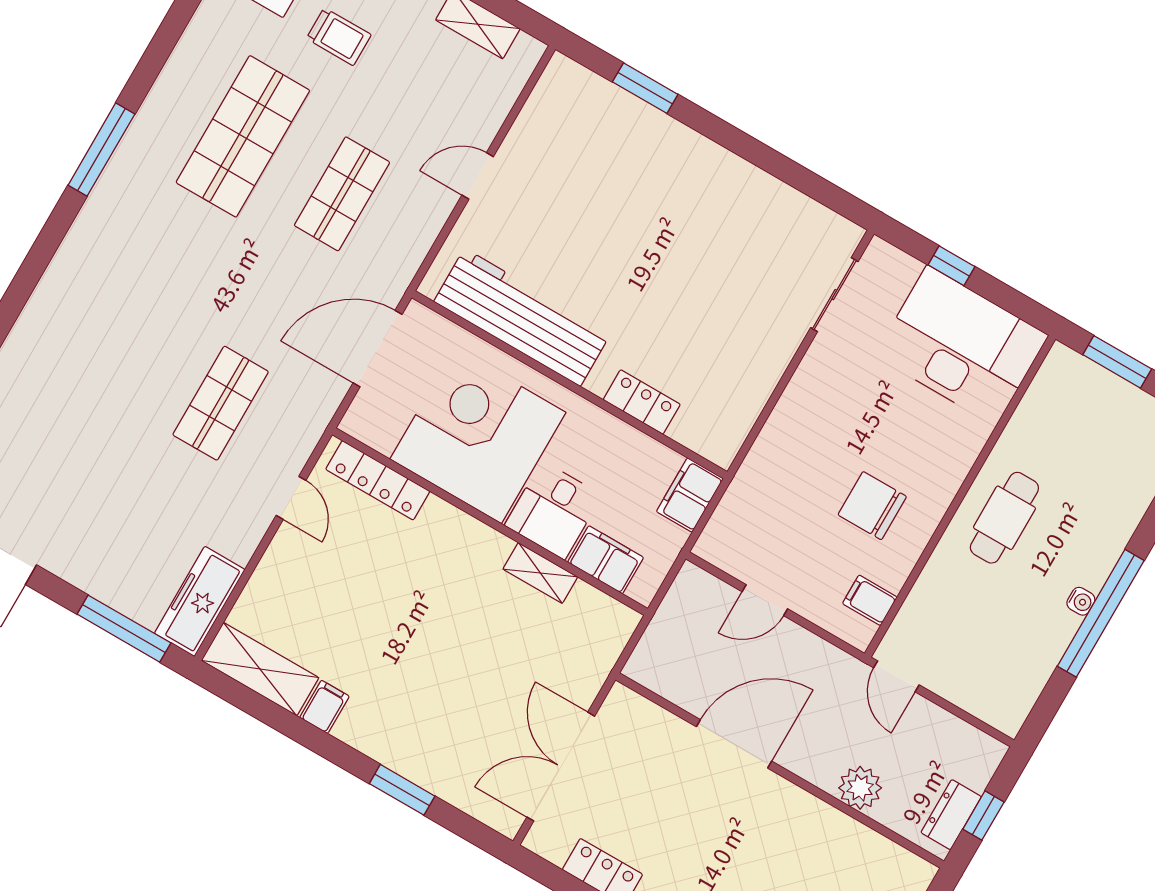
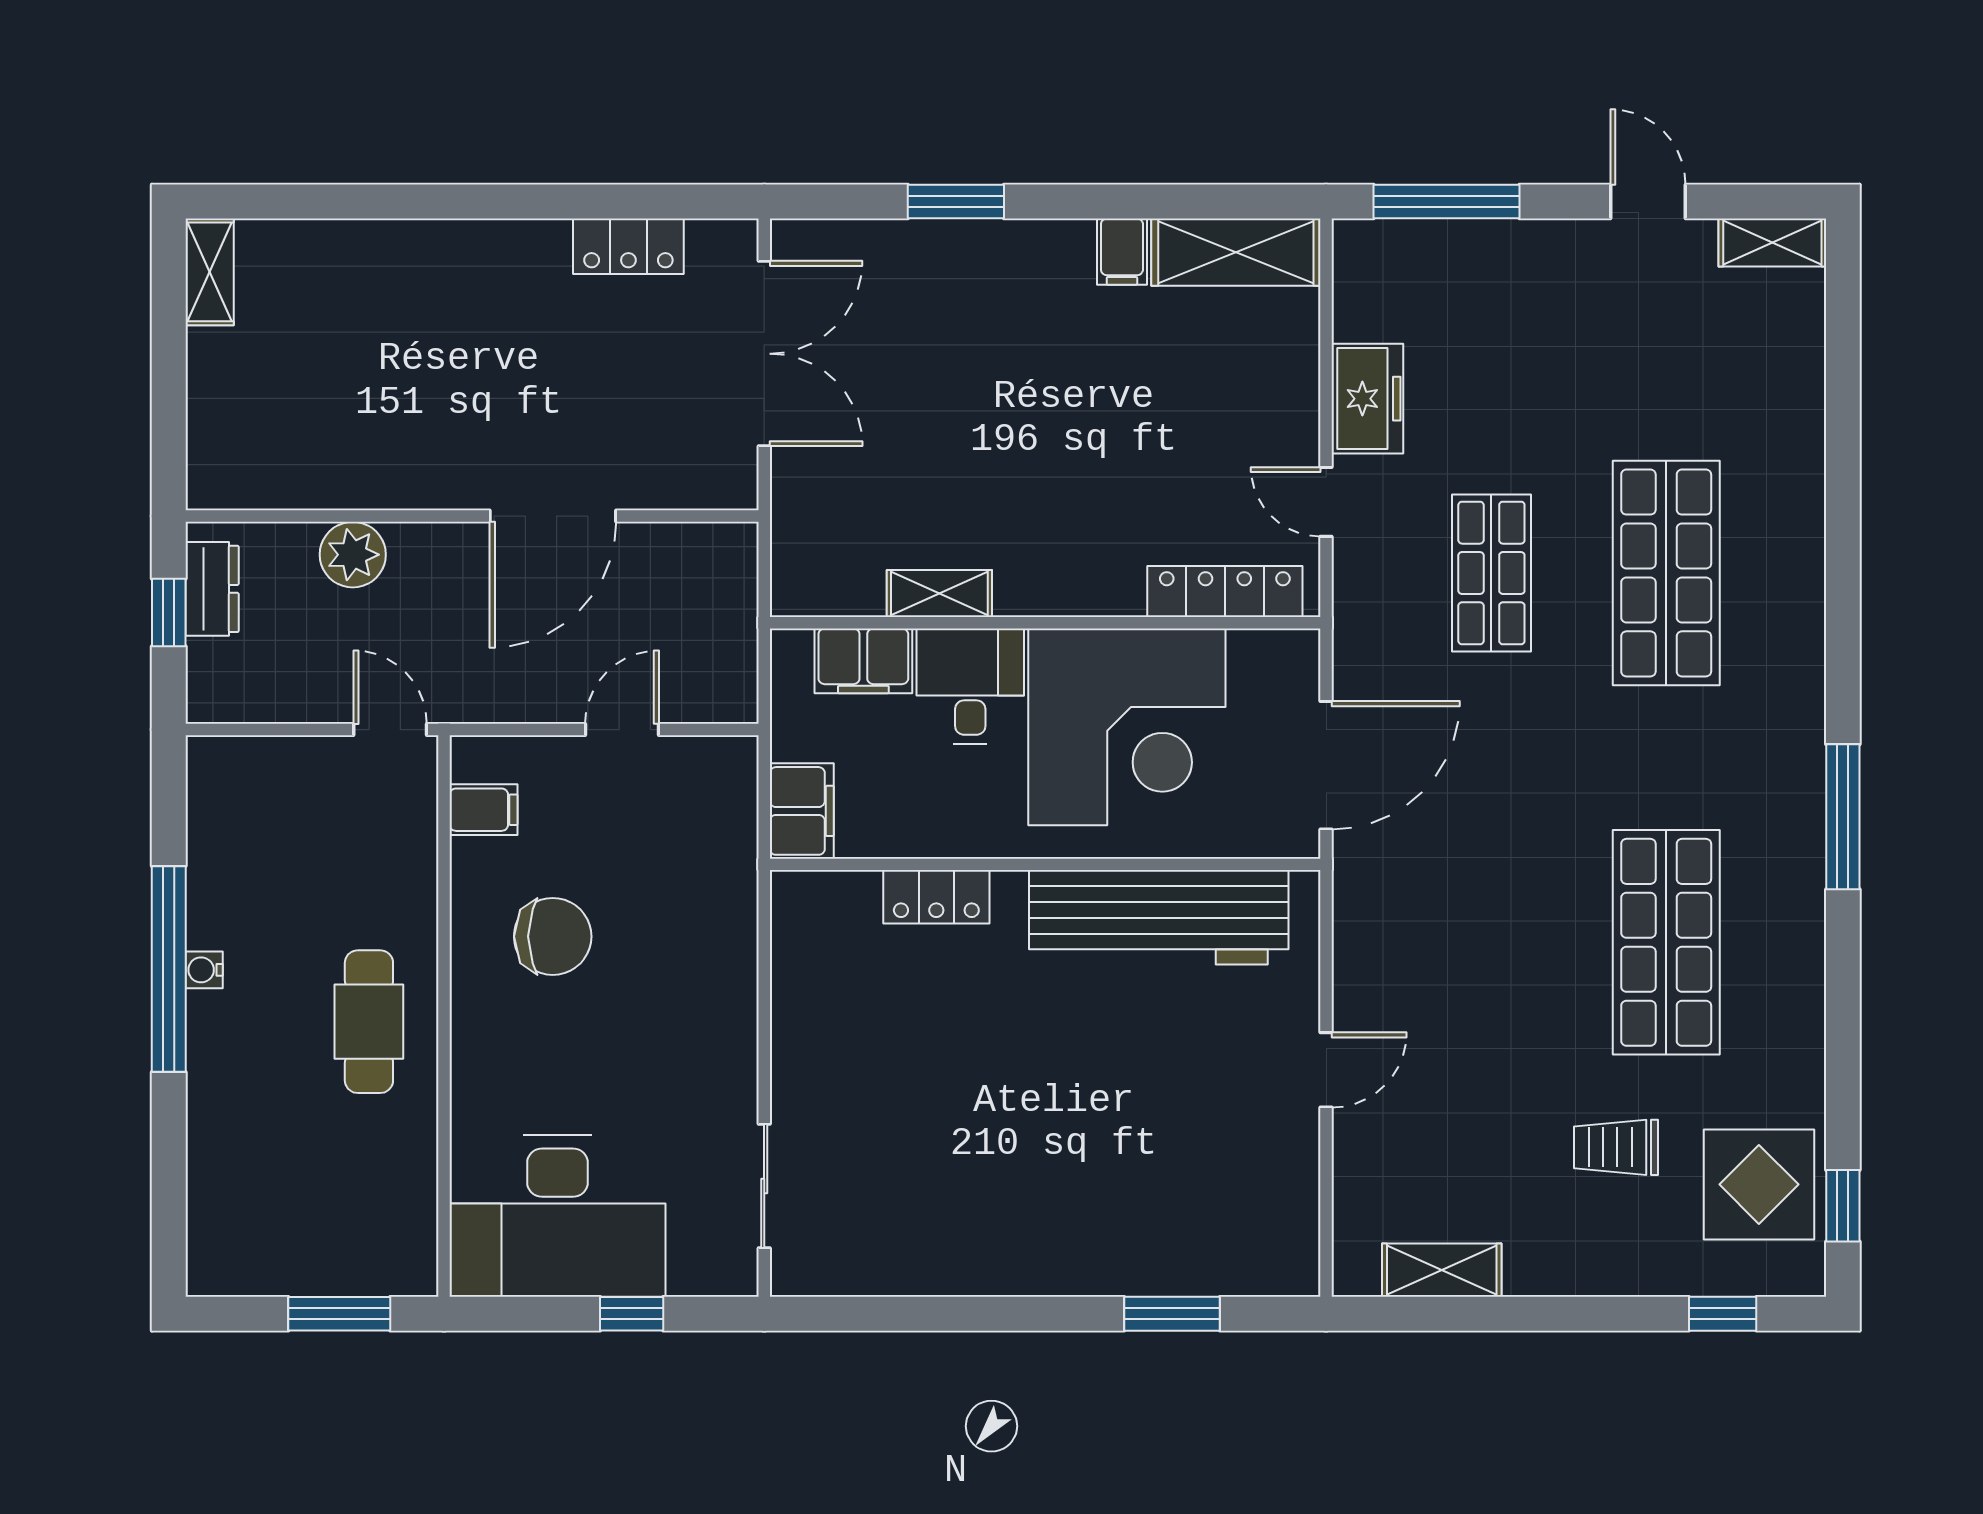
shop shelf: (342, 194) -> (1666, 573), moved, width x1.43, depth x1.36
freezer: (200, 601) -> (1367, 399), moved, width x0.71

